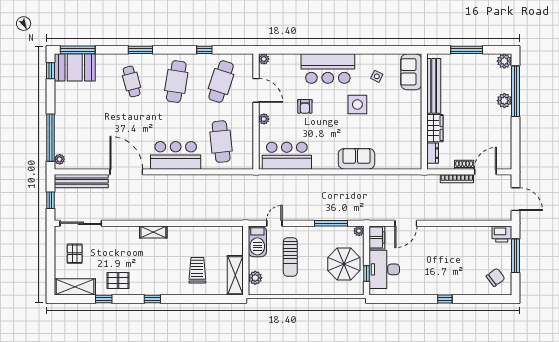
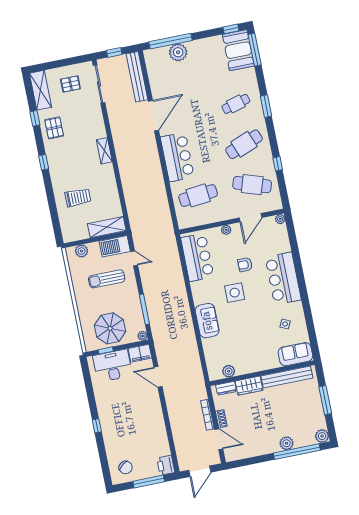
cafe table: (176, 82) -> (244, 144), turned -30
side table: (357, 104) -> (235, 293), moved
plant: (415, 147) -> (229, 371), added
plant: (60, 159) -> (178, 52), moved, width x1.88, depth x1.88
shelving: (235, 275) -> (107, 227), moved

